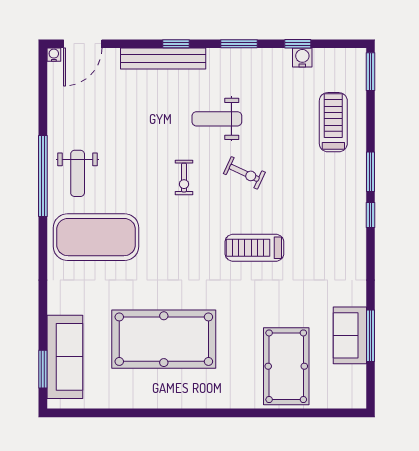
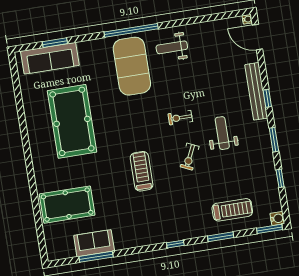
water cooler: (302, 57) -> (277, 218), moved
window: (371, 172) -> (221, 237), moved
window: (43, 176) -> (131, 30), moved
window: (43, 369) -> (55, 43), moved

